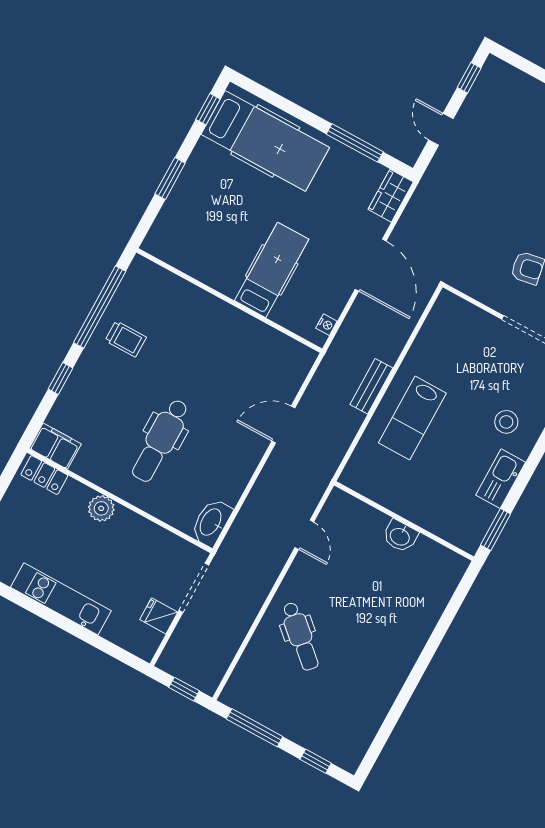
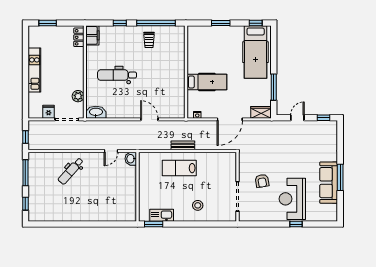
kitchen sink: (501, 479) -> (162, 215), moved
plant: (101, 508) -> (78, 96), moved
washbasin: (400, 536) -> (131, 159), moved

